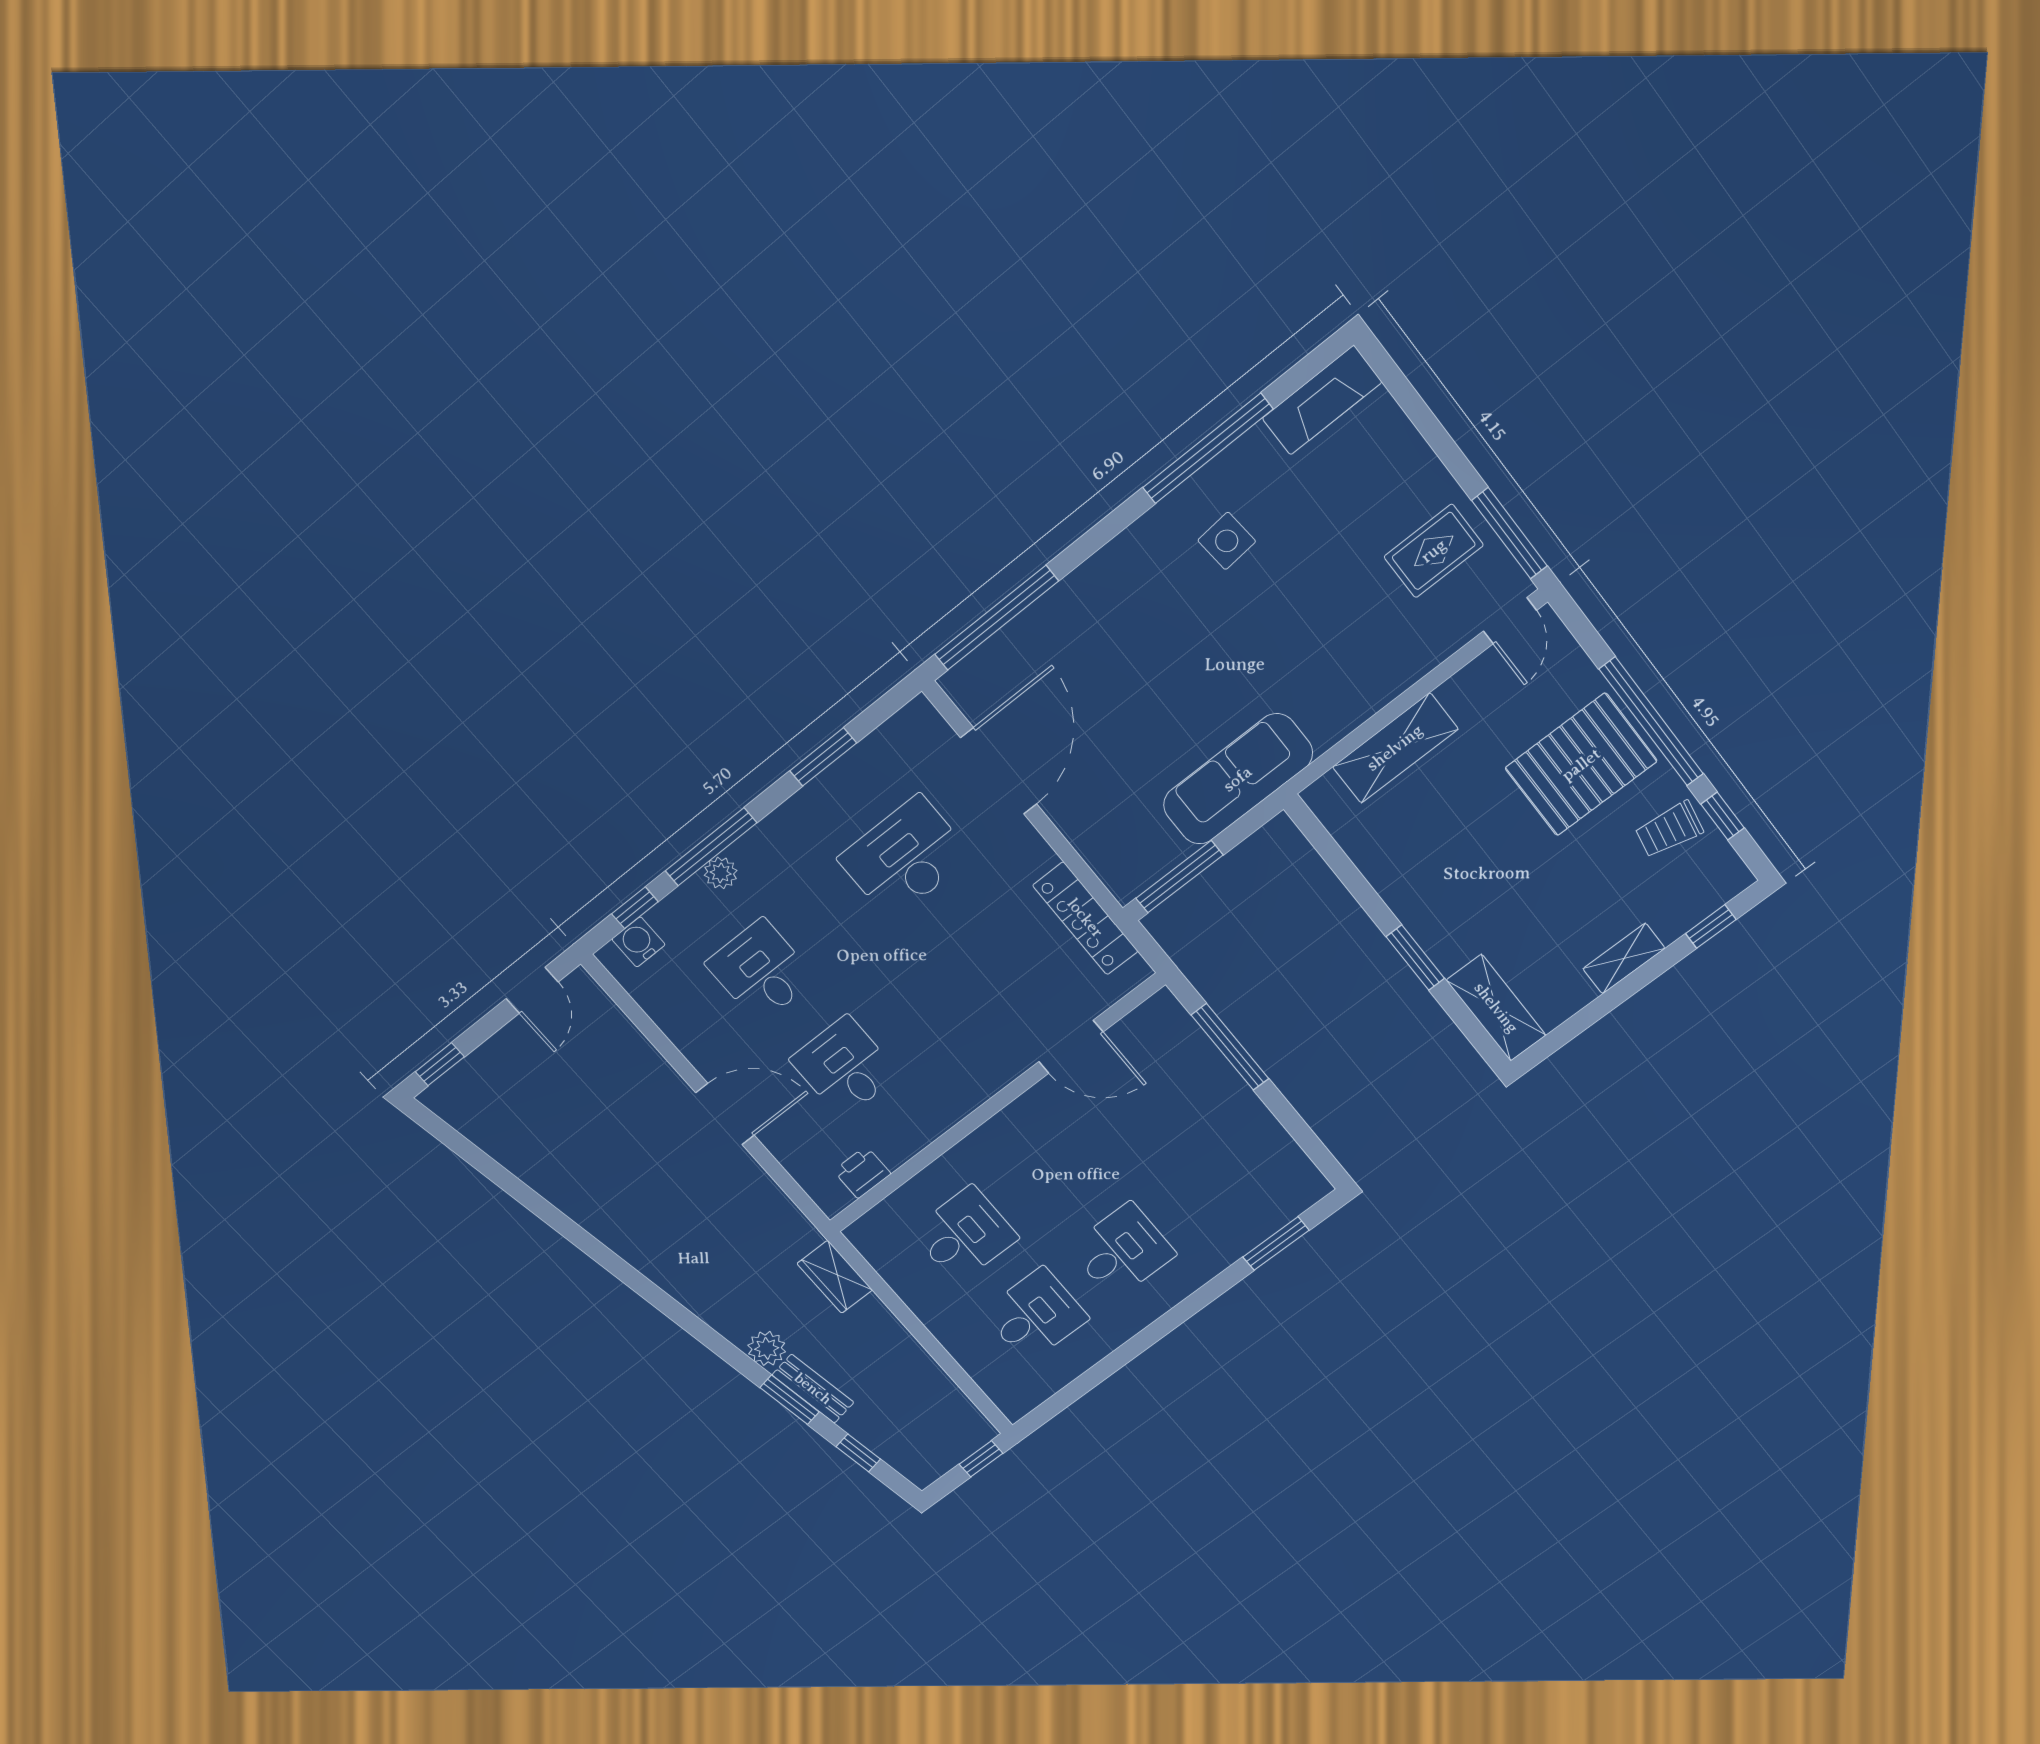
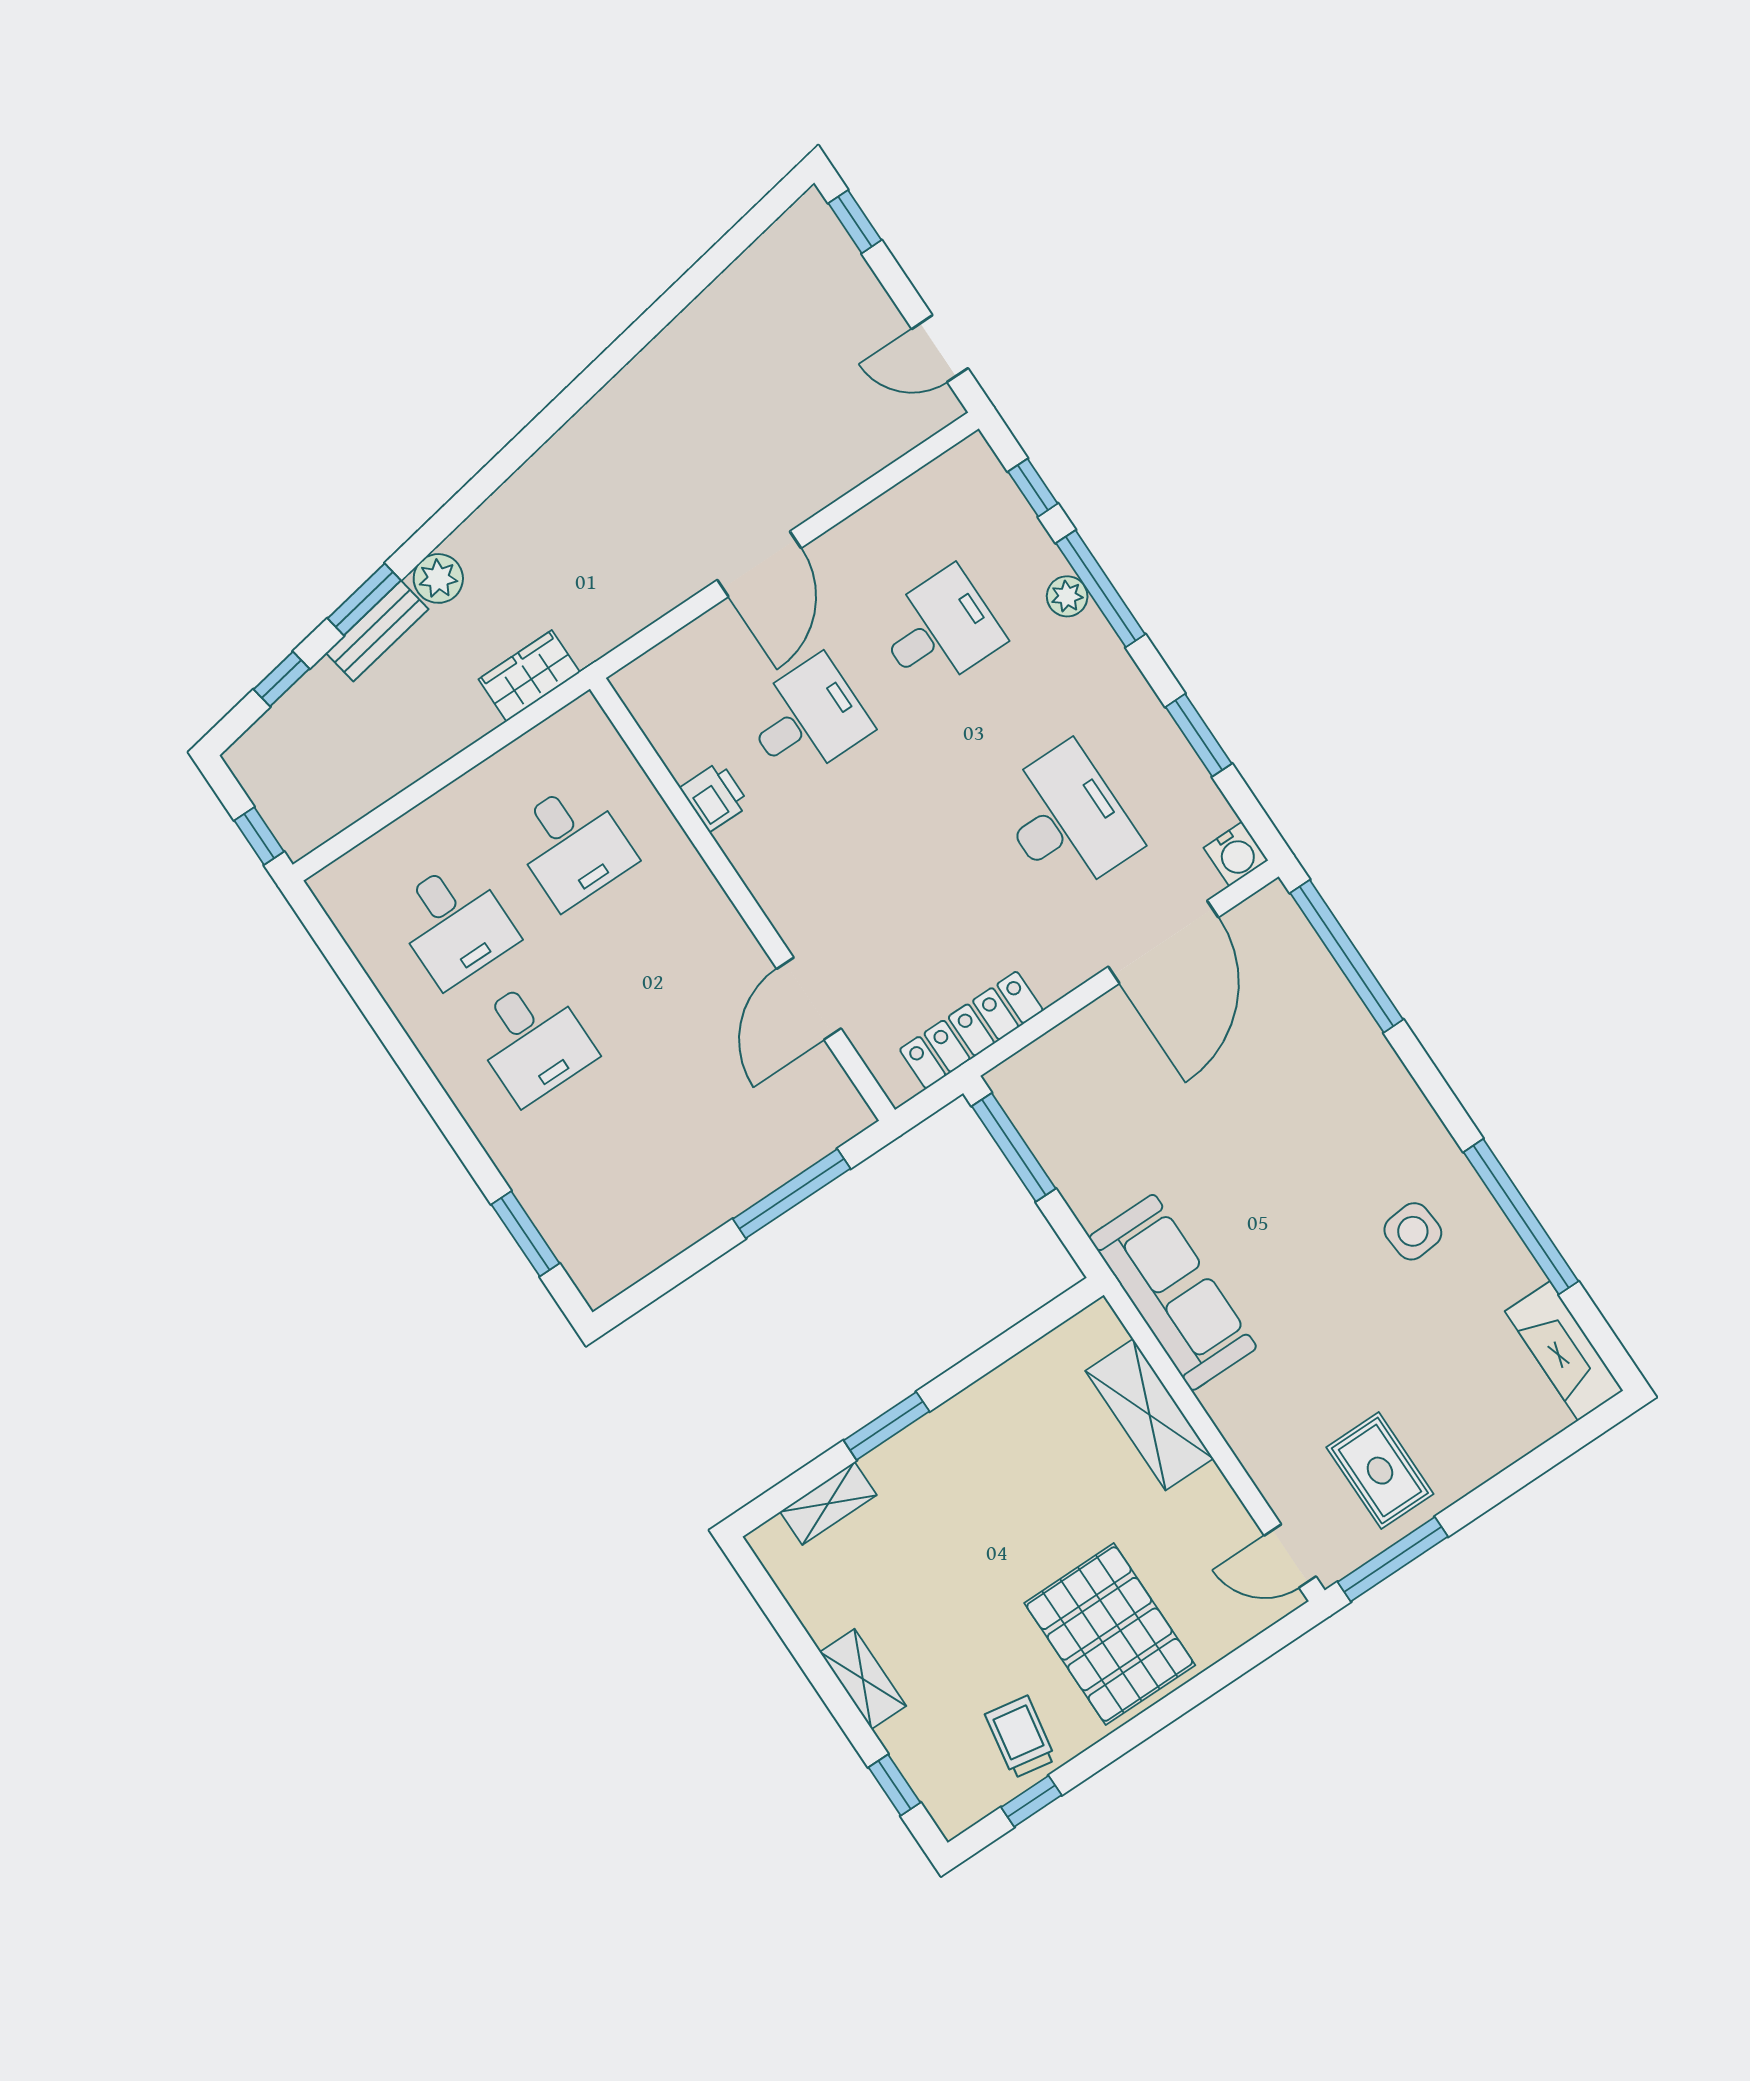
window: (1651, 721) -> (1155, 1719), removed
door: (999, 771) -> (1163, 942), hinge flipped
sofa: (1238, 779) -> (1173, 1292), moved
water cooler: (639, 942) -> (1236, 854), moved, turned 90
shelving: (1496, 1008) -> (828, 1503), width x0.67, depth x0.75
printer: (862, 1172) -> (715, 796), moved

